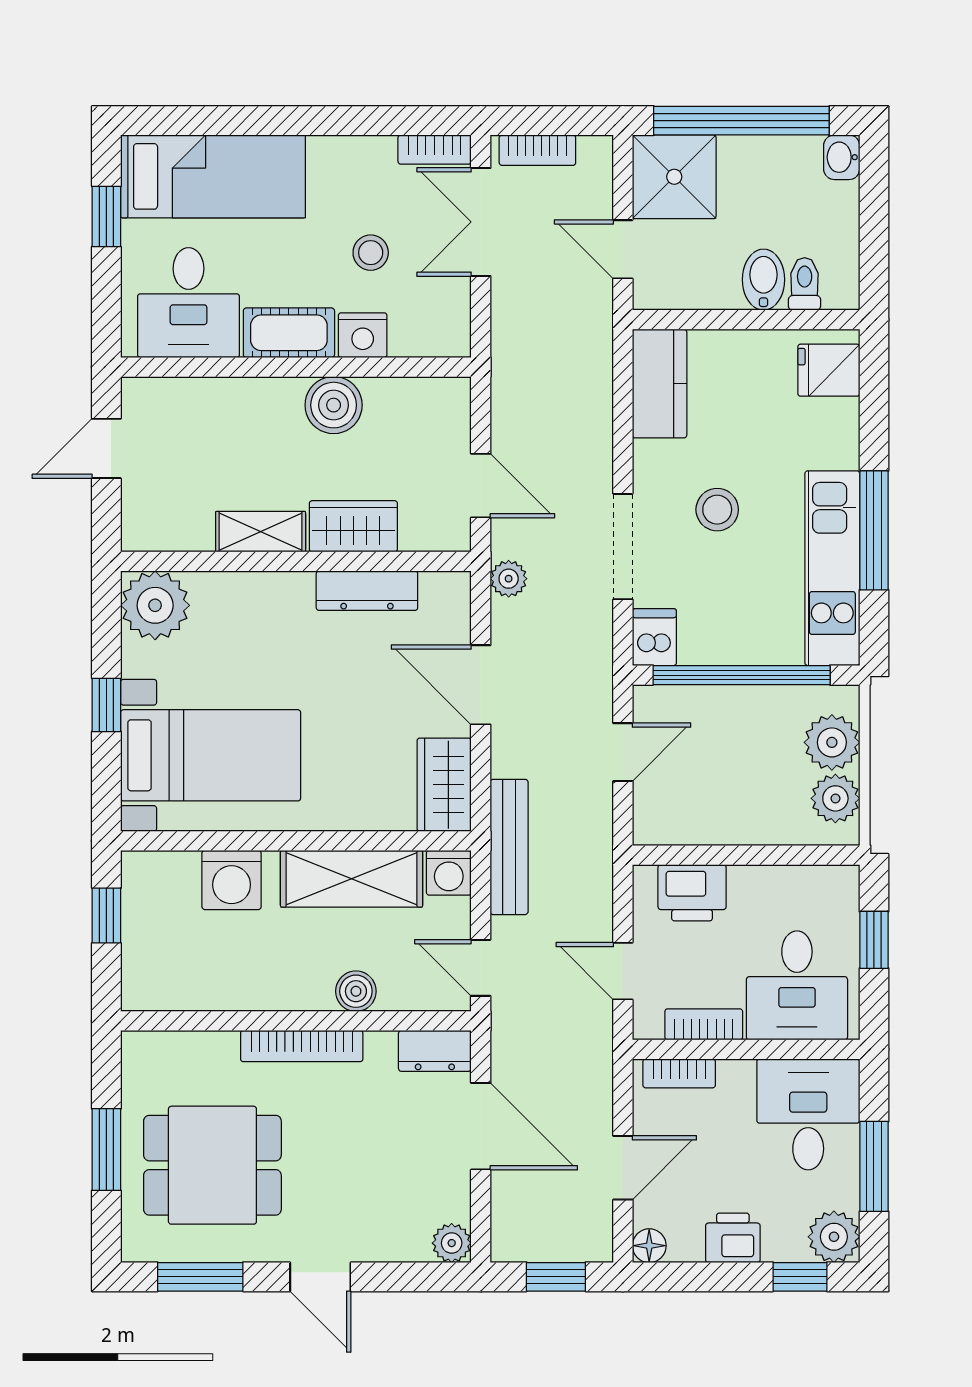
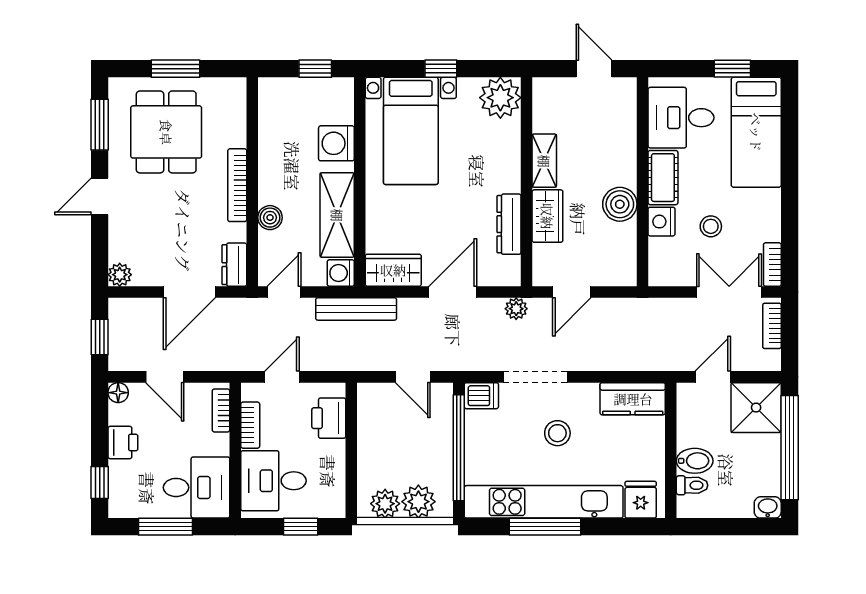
kitchen unit: (832, 568) -> (544, 502), width x1.36
plant: (834, 1237) -> (123, 503), removed

